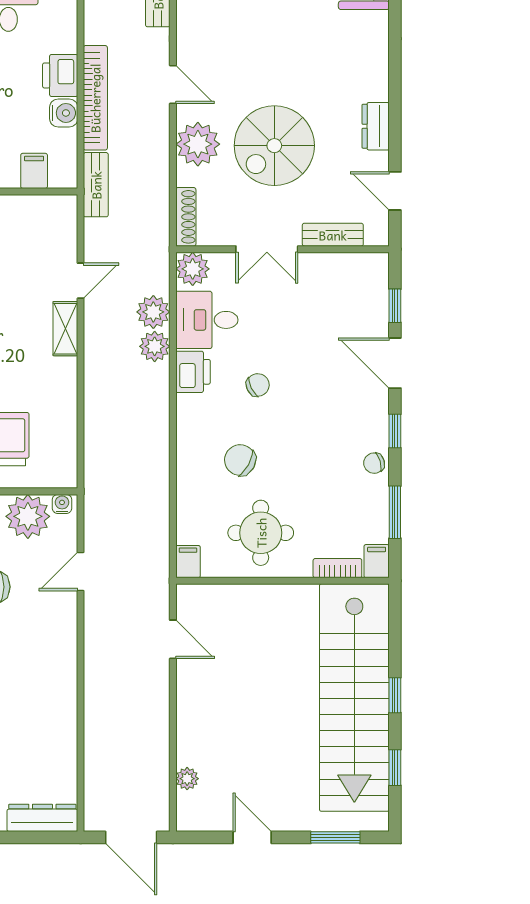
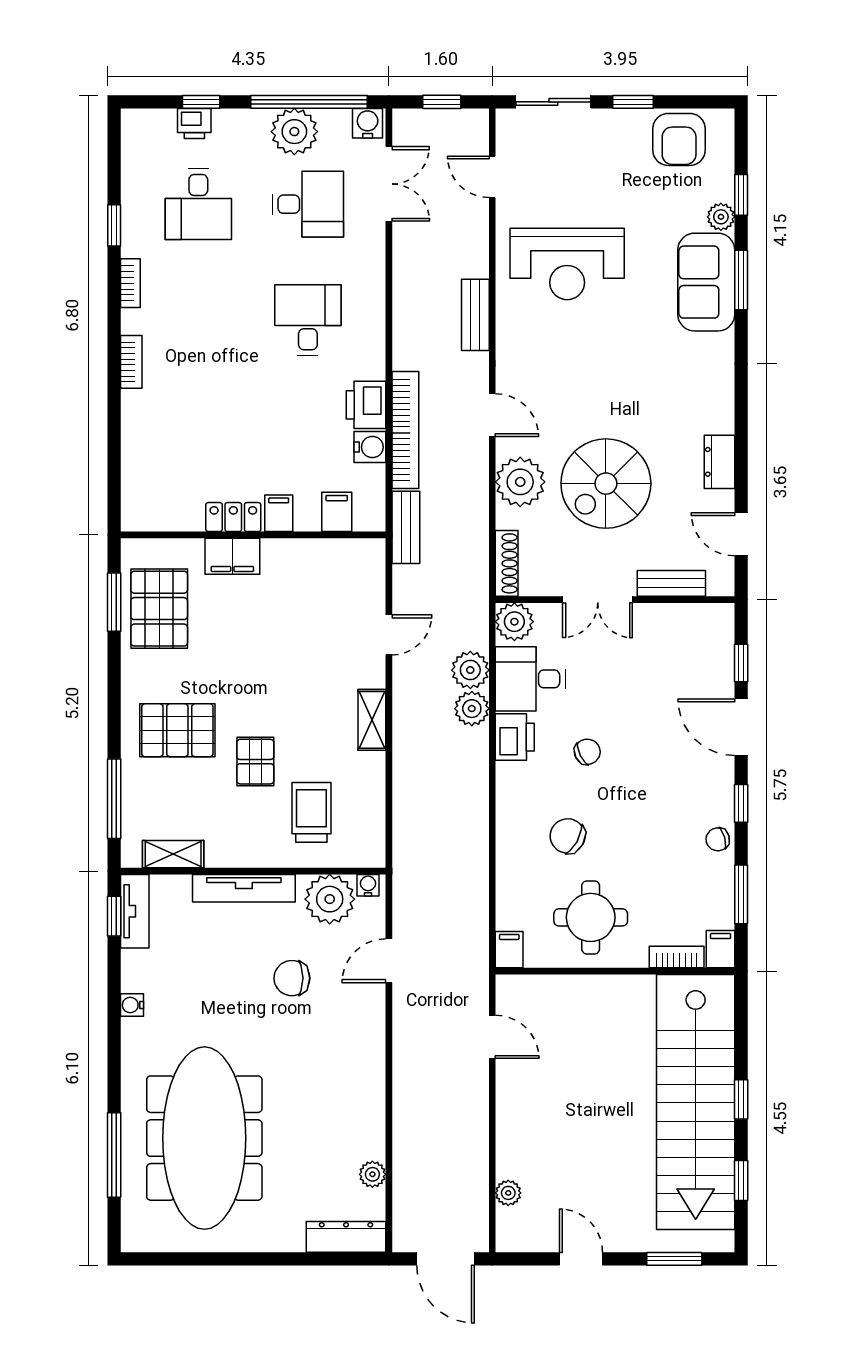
shelving: (65, 329) -> (372, 720), moved
plant: (66, 762) -> (372, 1174), added

